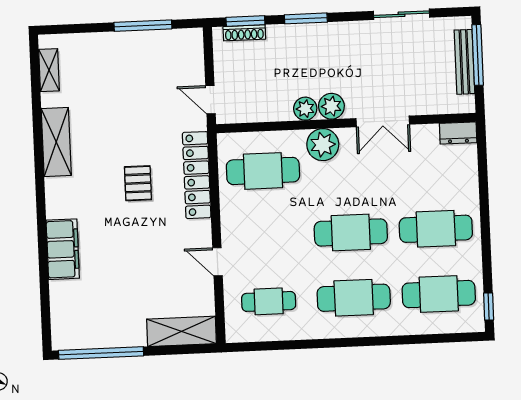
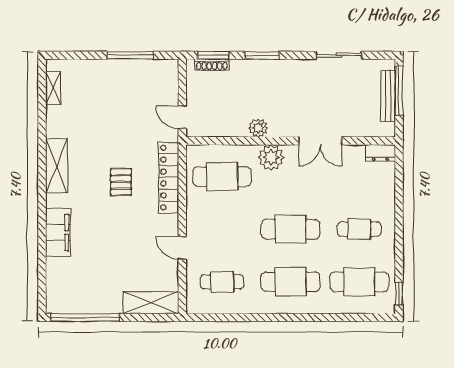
plant: (331, 106) -> (279, 127), removed
shelving: (56, 142) -> (57, 166), moved
cafe table: (436, 229) -> (359, 229), width x0.73, depth x0.74

